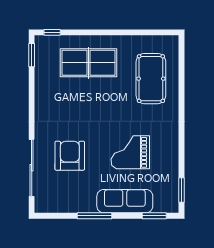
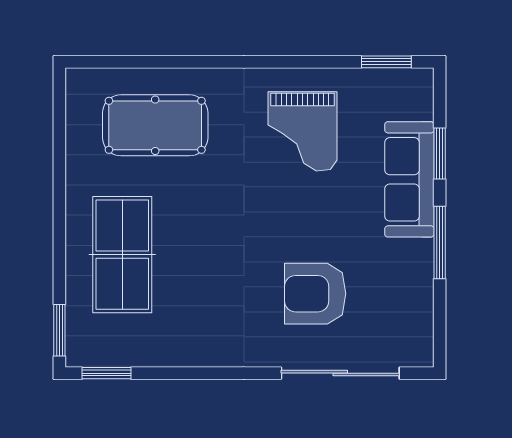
window: (52, 32) -> (59, 330), width x1.50
grand piano: (130, 152) -> (302, 131), moved
window: (154, 216) -> (440, 153), moved

